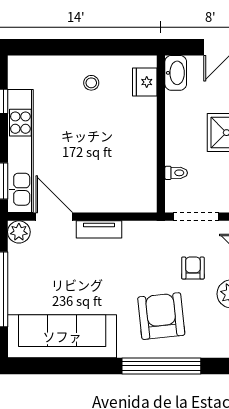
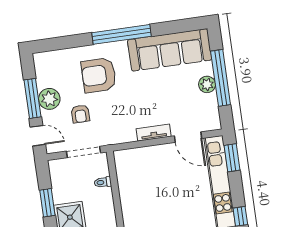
plant: (19, 232) -> (207, 84), moved
armchair: (161, 316) -> (99, 75), turned 96
window: (161, 366) -> (121, 34), moved

